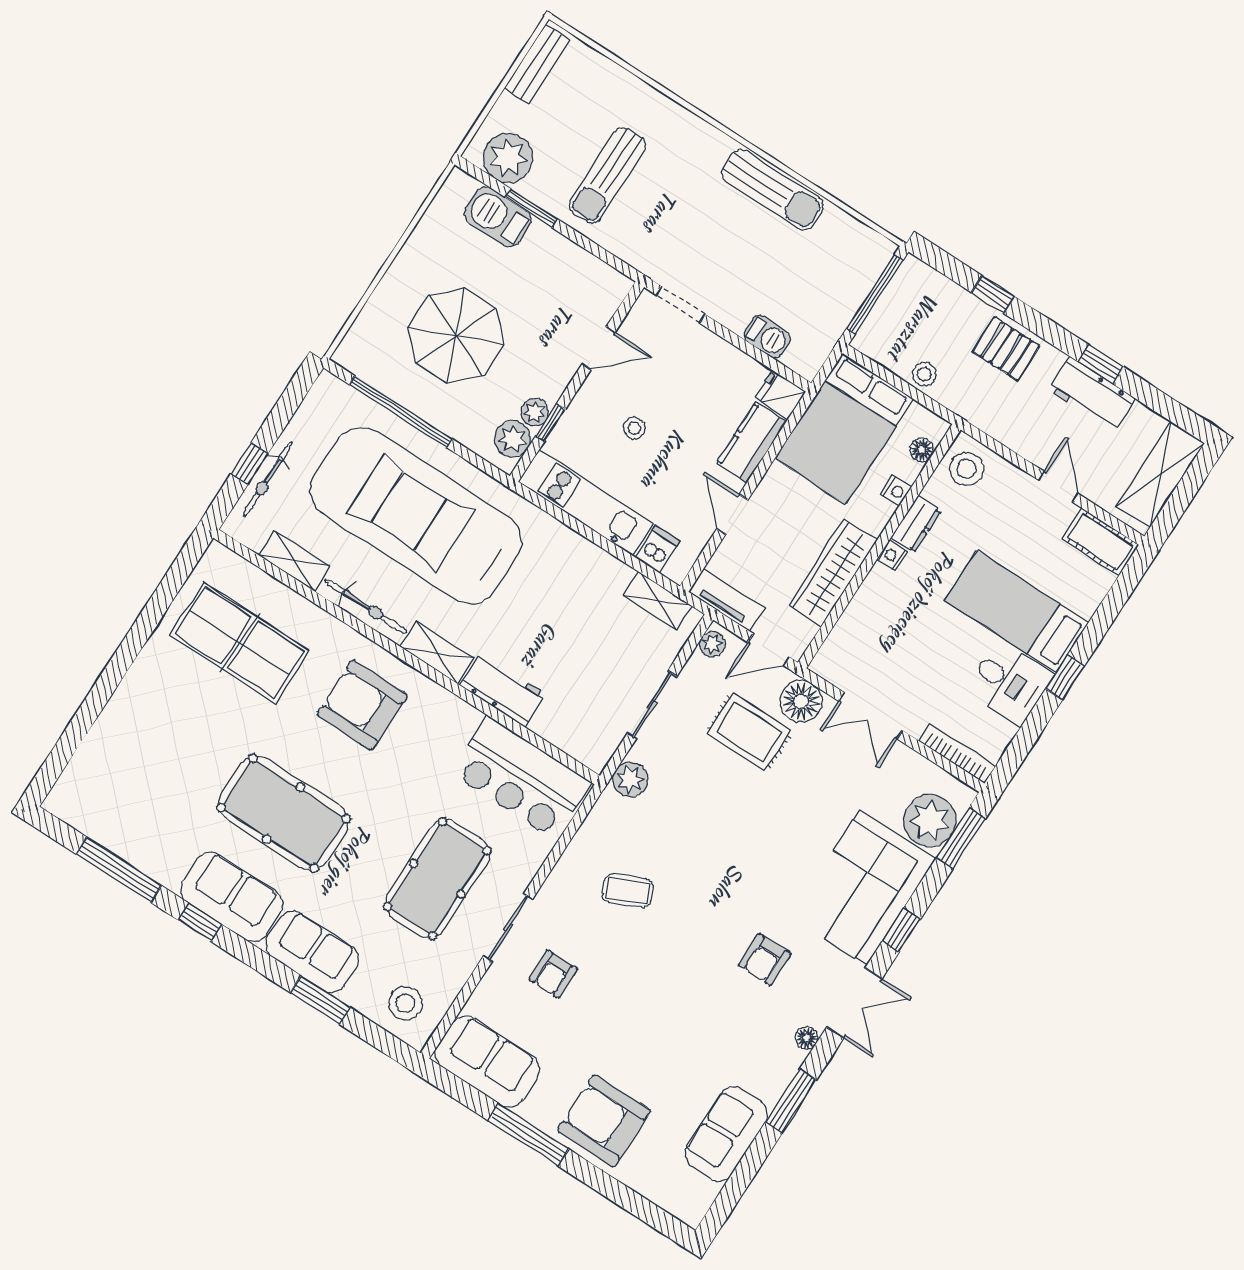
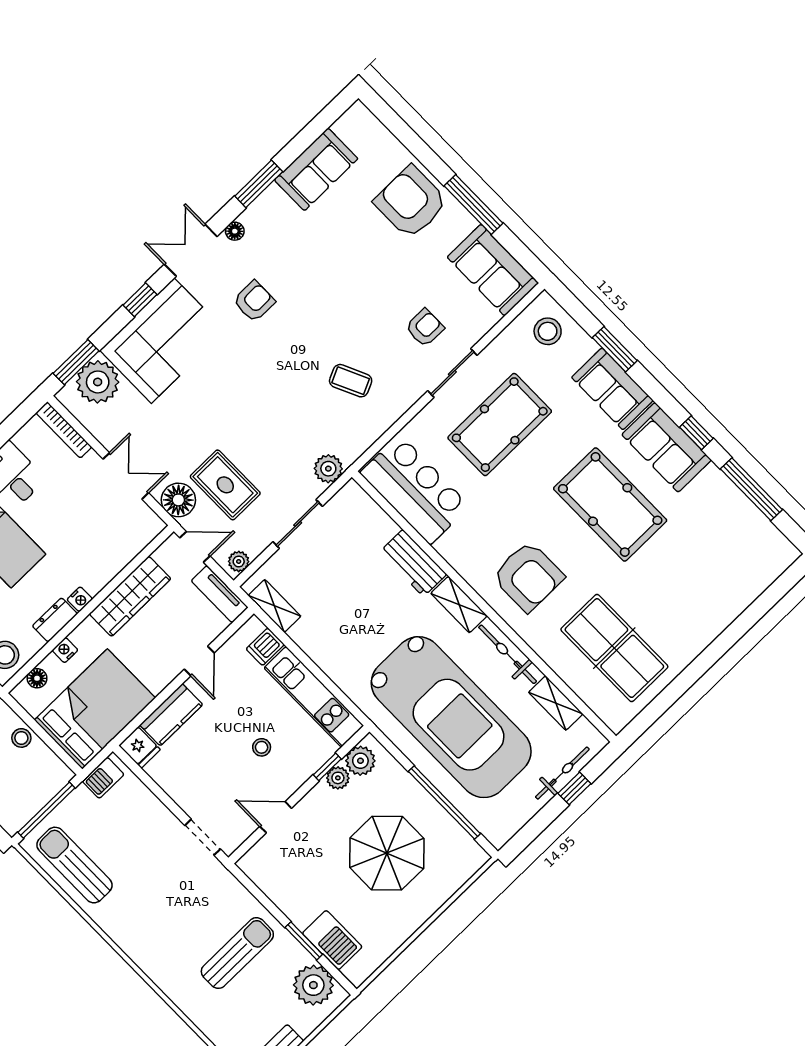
sun lounger: (772, 190) -> (74, 865), moved
barbecue: (767, 337) -> (103, 778), moved, turned -90
armchair: (604, 1121) -> (411, 202), turned 180

